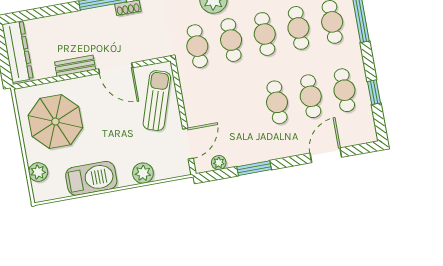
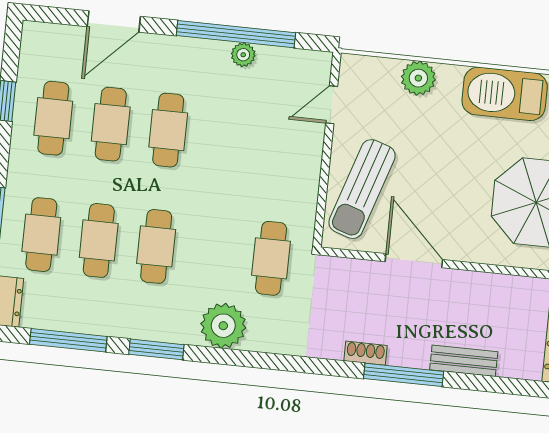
cafe table: (231, 40) -> (214, 252), removed
bench: (75, 66) -> (464, 361), moved
door: (188, 144) -> (332, 105), width x0.73
plant: (219, 163) -> (243, 55), moved
window: (254, 168) -> (236, 34), width x2.11

